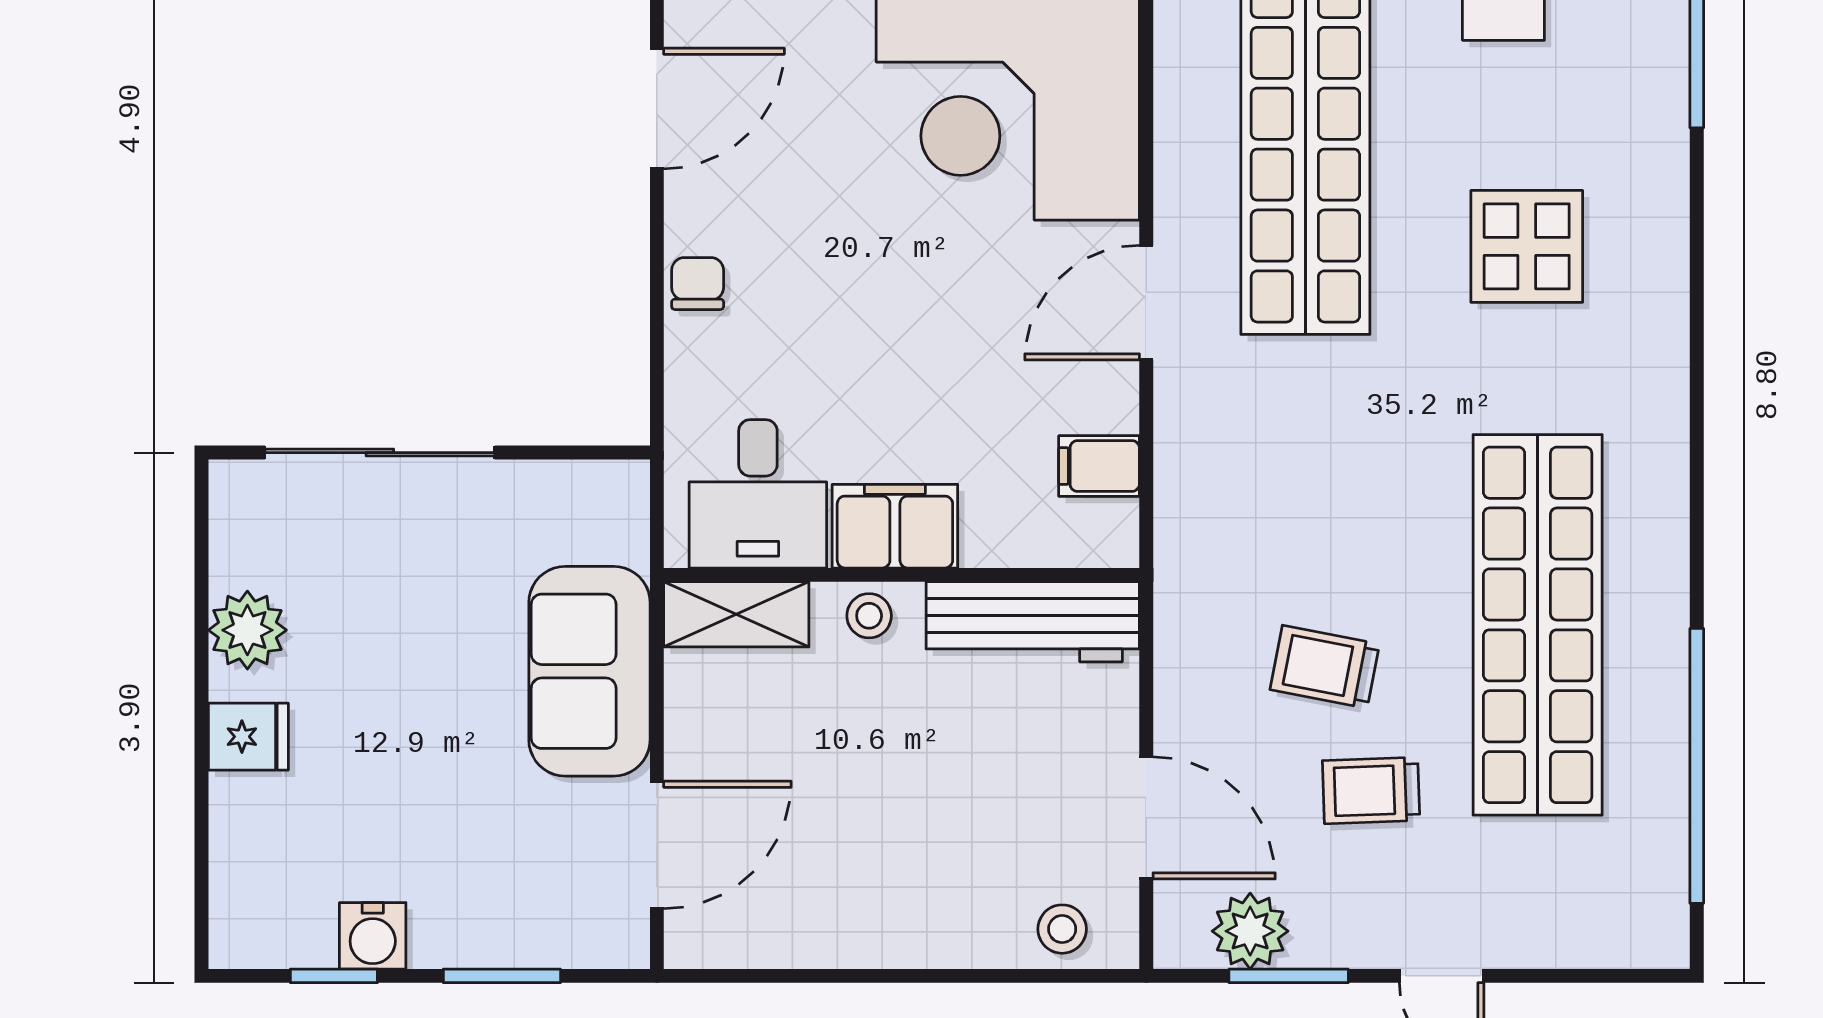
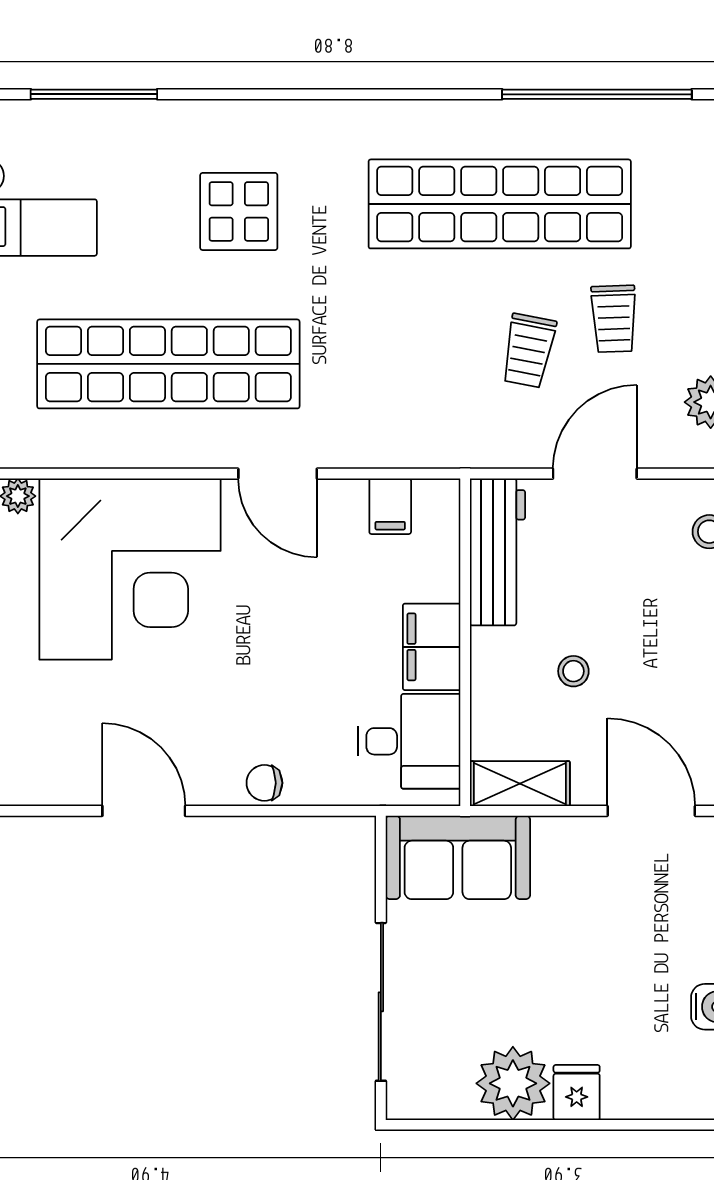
shelving: (736, 614) -> (520, 784), moved, turned 90
stool: (869, 616) -> (573, 671), moved
plant: (247, 630) -> (513, 1083), width x1.36, depth x1.36
sofa: (589, 671) -> (458, 857), moved
door: (1146, 818) -> (595, 474), moved

